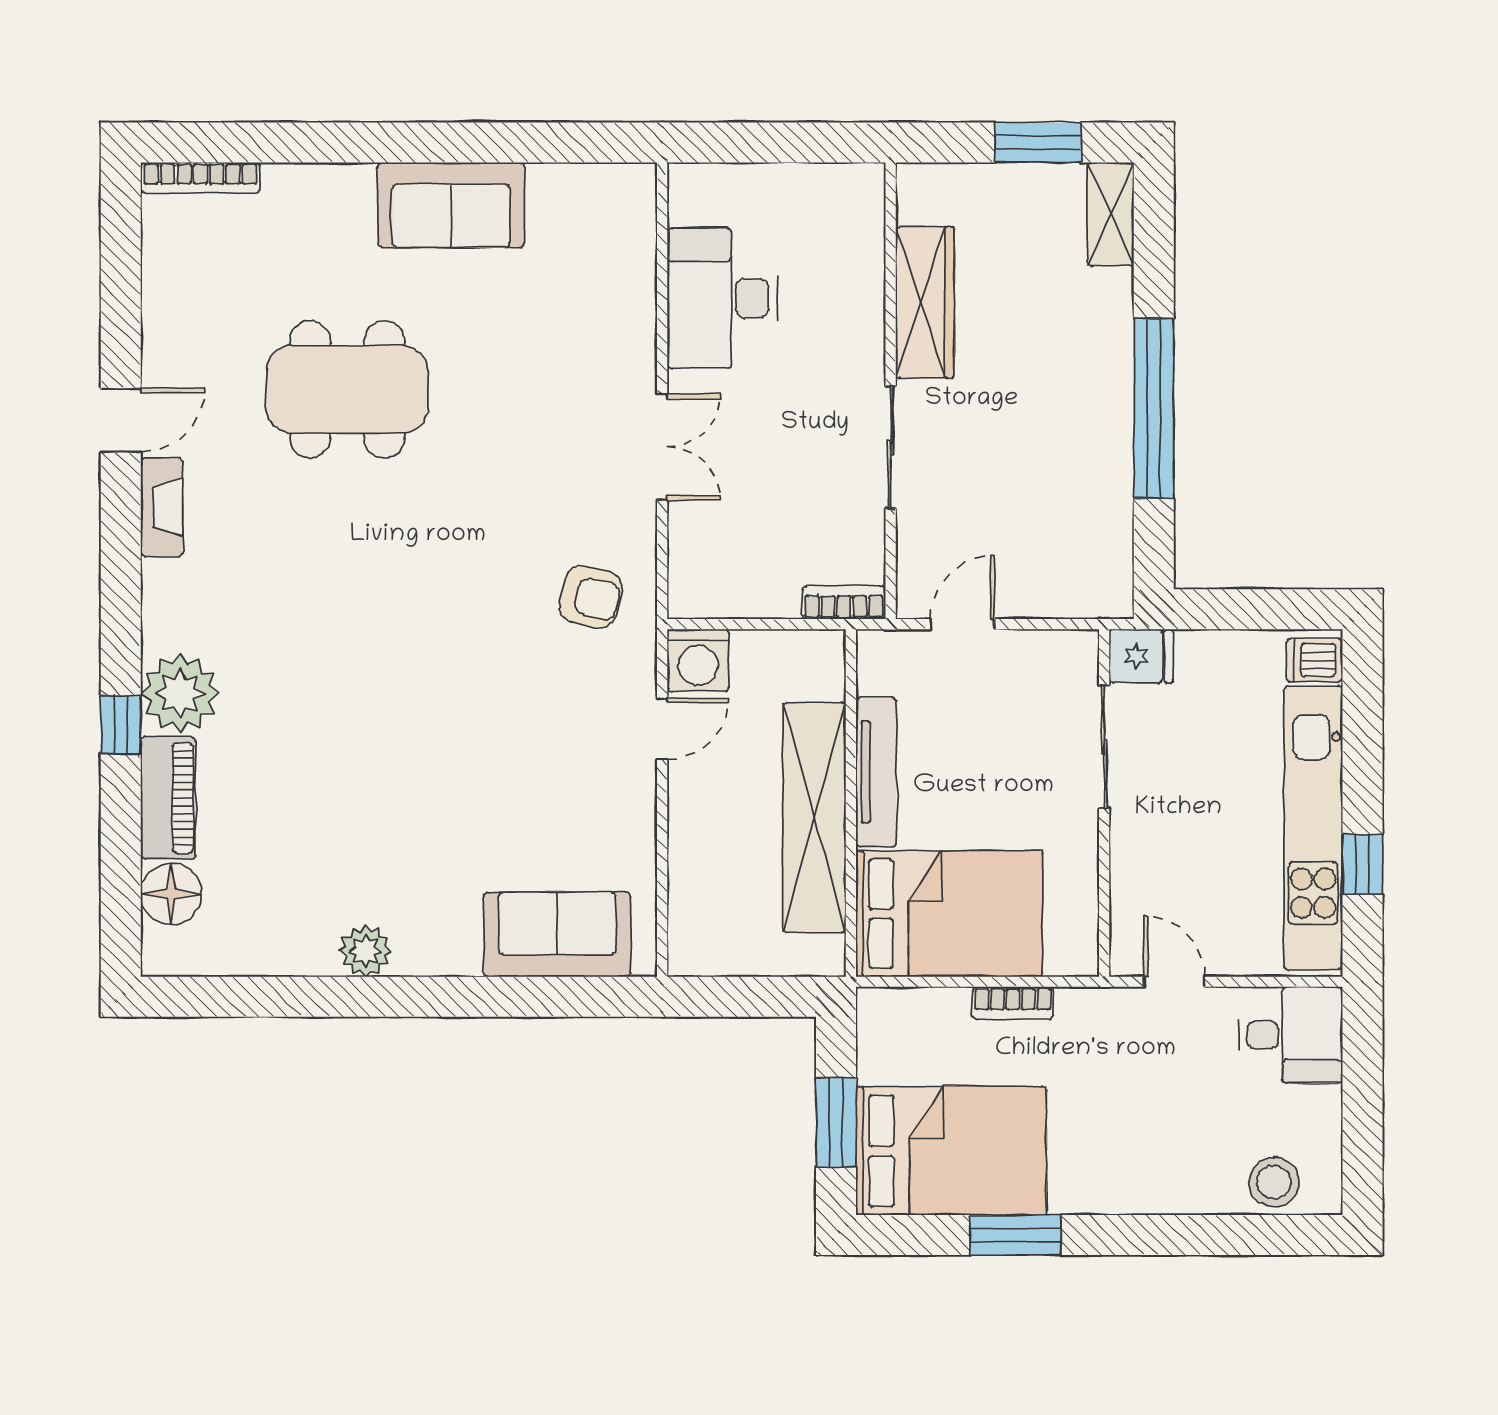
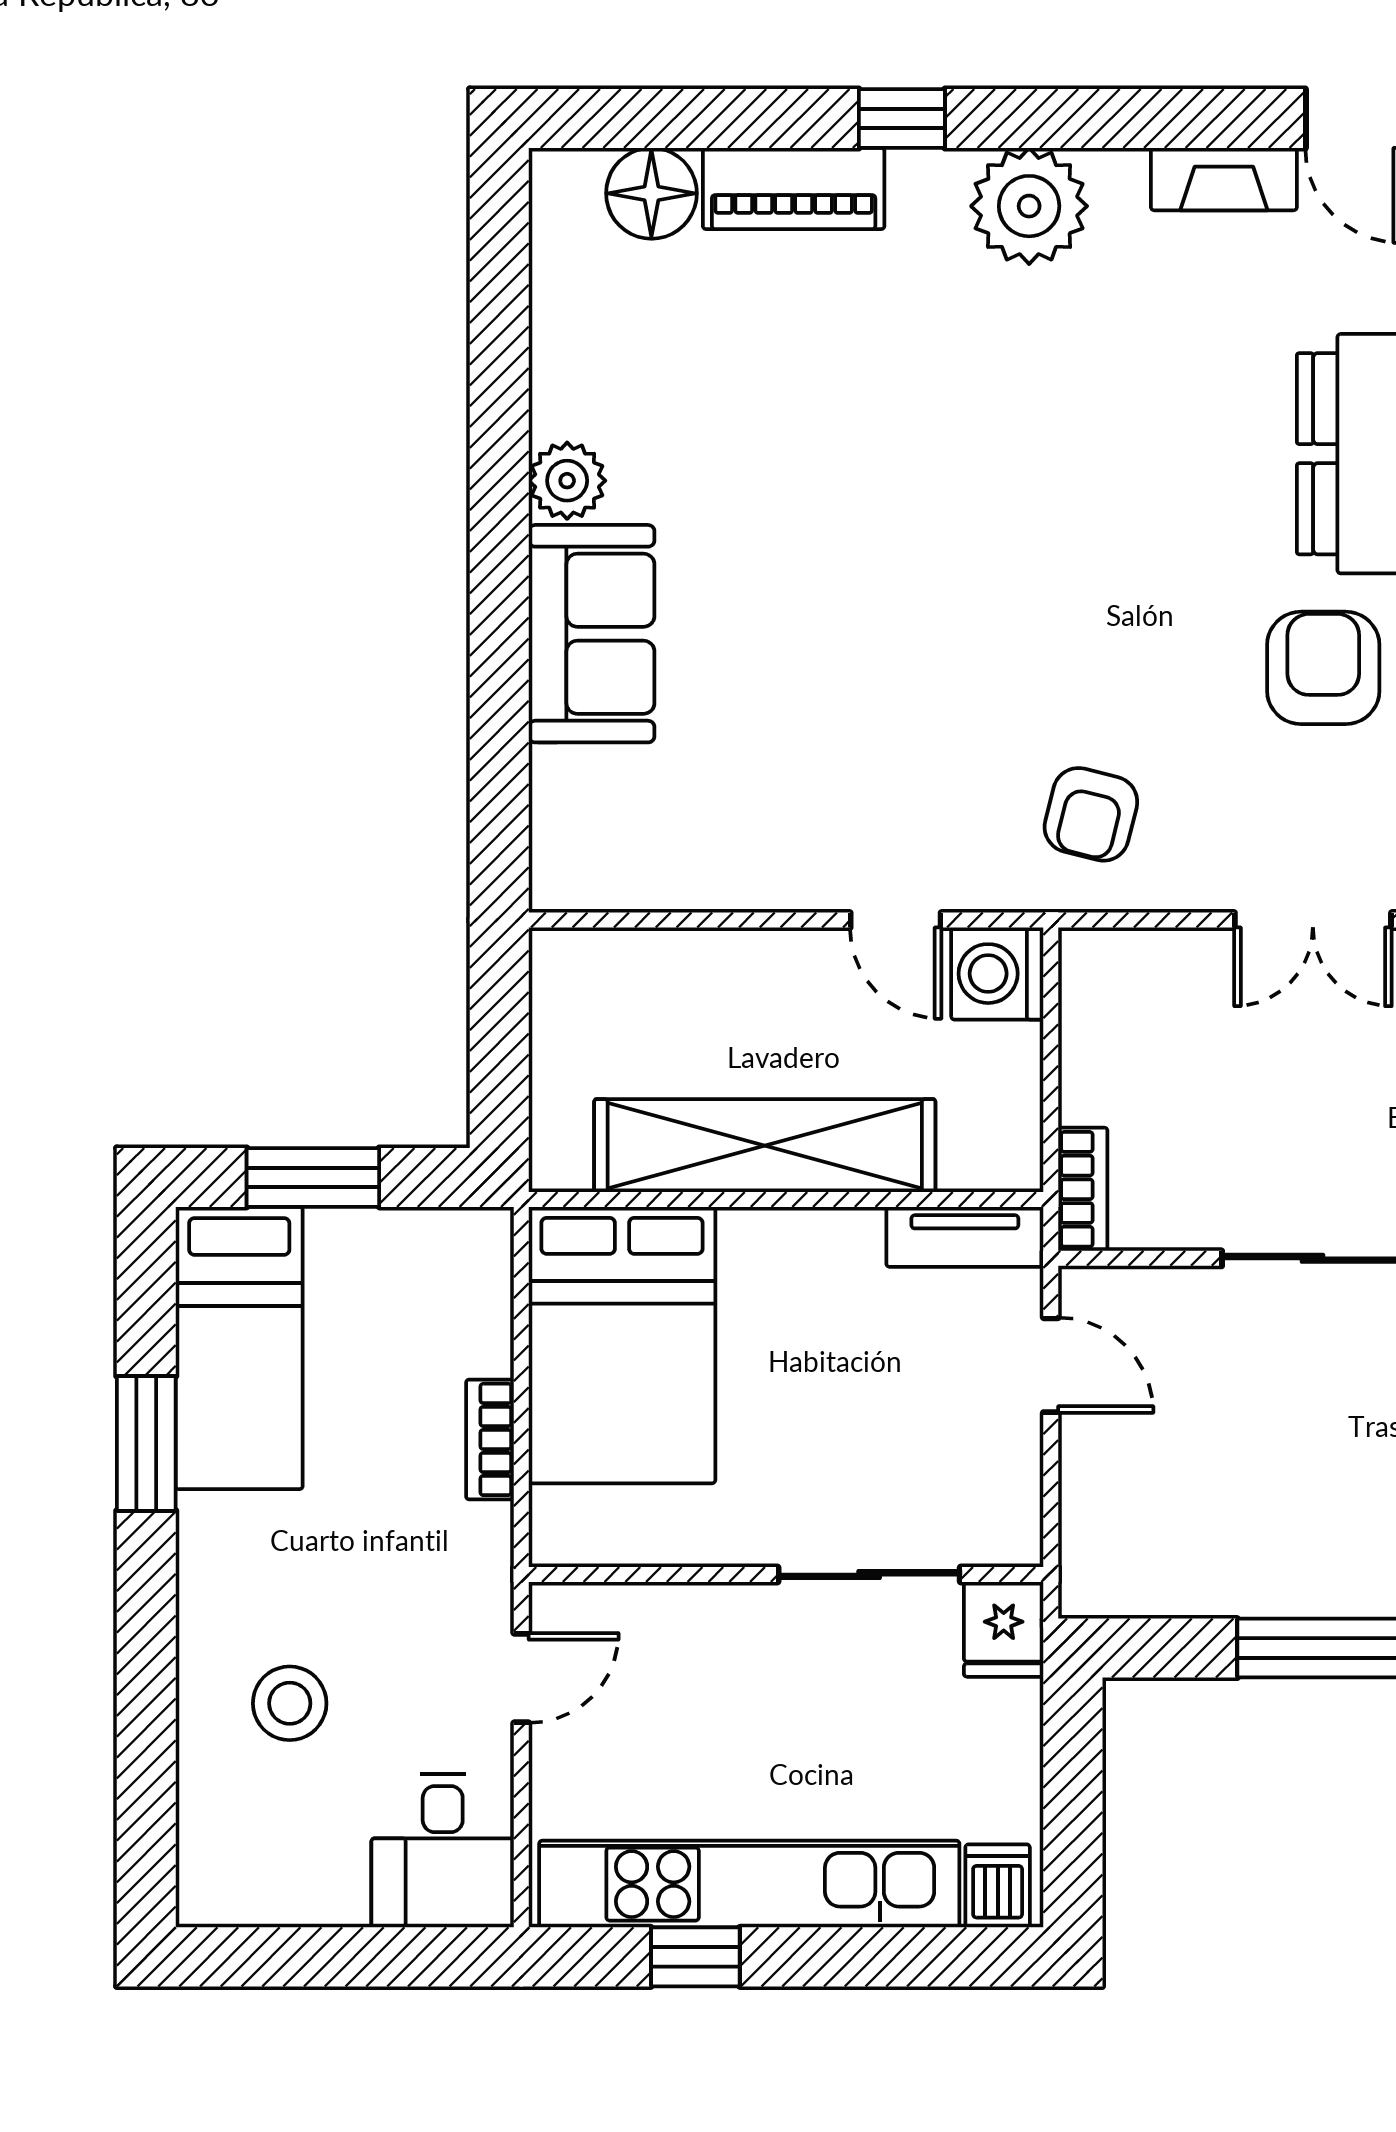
armchair: (492, 440) -> (1323, 668), added
plant: (180, 693) -> (1029, 206), moved
tv unit: (876, 772) -> (965, 1237), moved, width x0.71
sofa: (557, 934) -> (592, 634), moved
bed: (951, 1151) -> (239, 1348), width x0.67
stool: (1274, 1182) -> (290, 1703), moved

